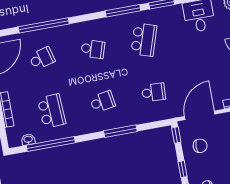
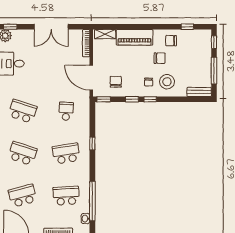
school desk: (93, 49) -> (23, 153), width x1.85
school desk: (42, 58) -> (23, 196), width x1.85
school desk: (103, 102) -> (66, 153), width x1.85
window: (120, 131) -> (92, 143), width x0.46

